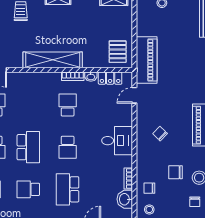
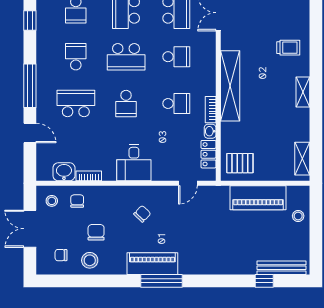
piano: (147, 60) -> (258, 198), moved
door: (134, 95) -> (188, 183), swing flipped
school desk: (28, 105) -> (176, 57), added
school desk: (68, 147) -> (126, 103), turned -90

